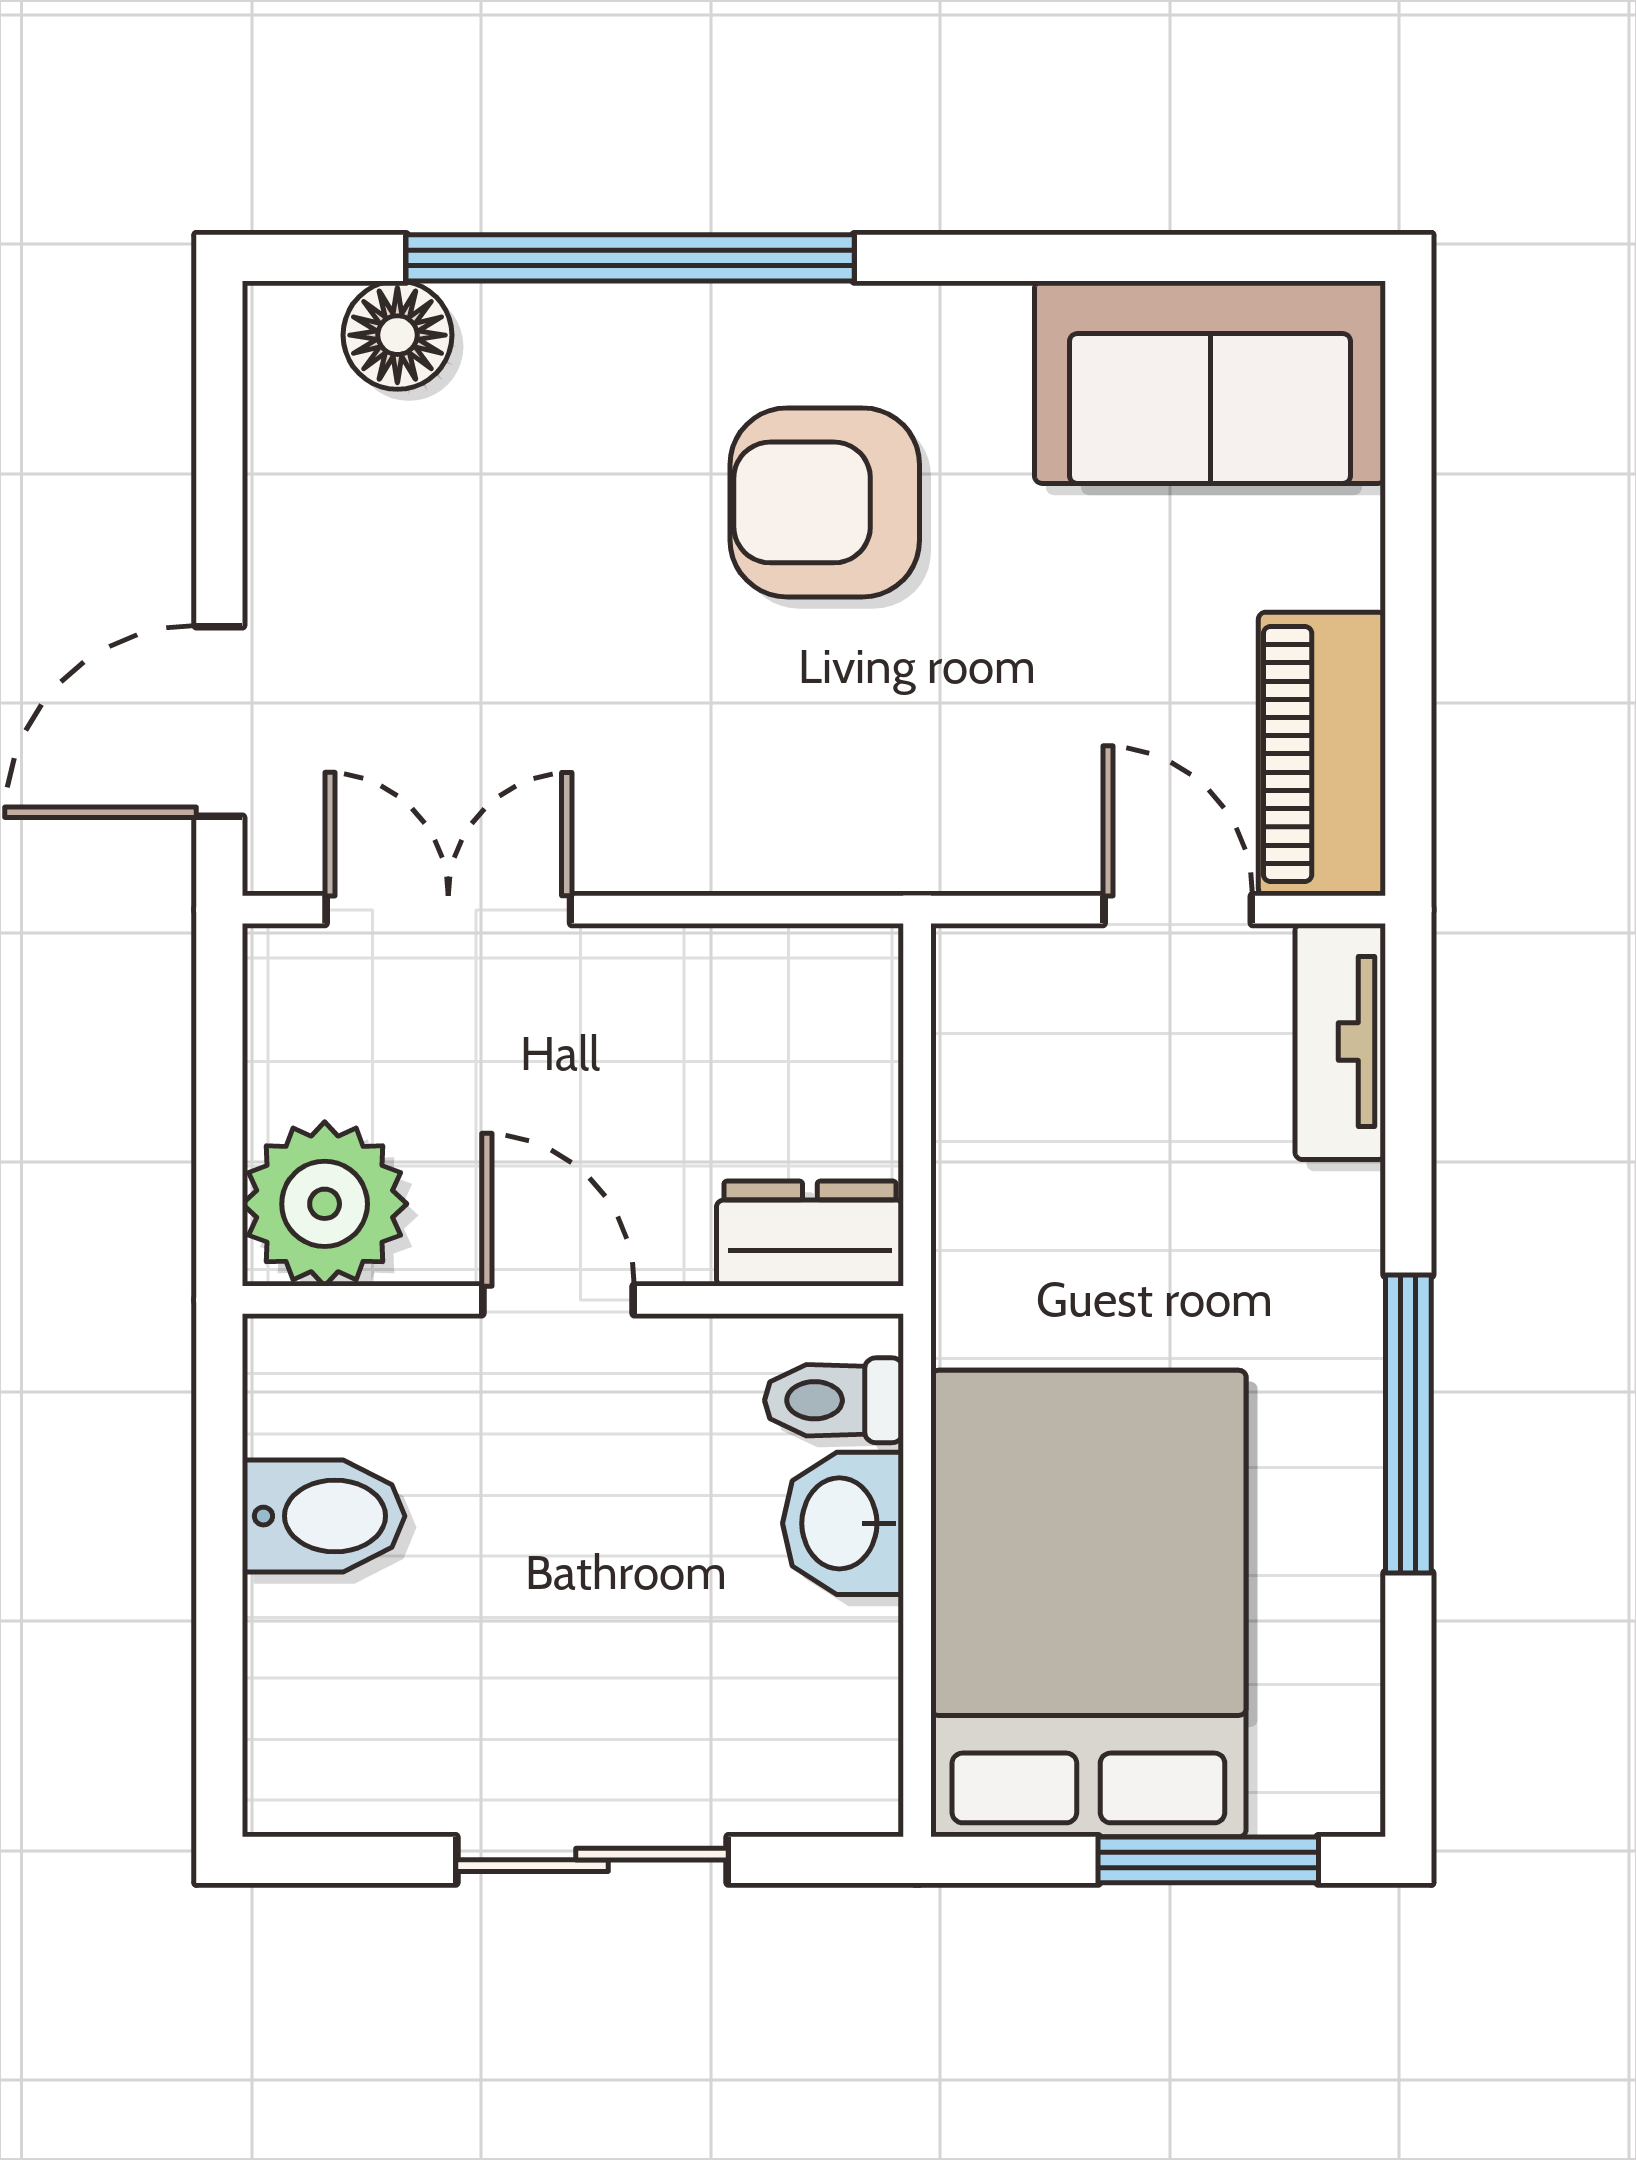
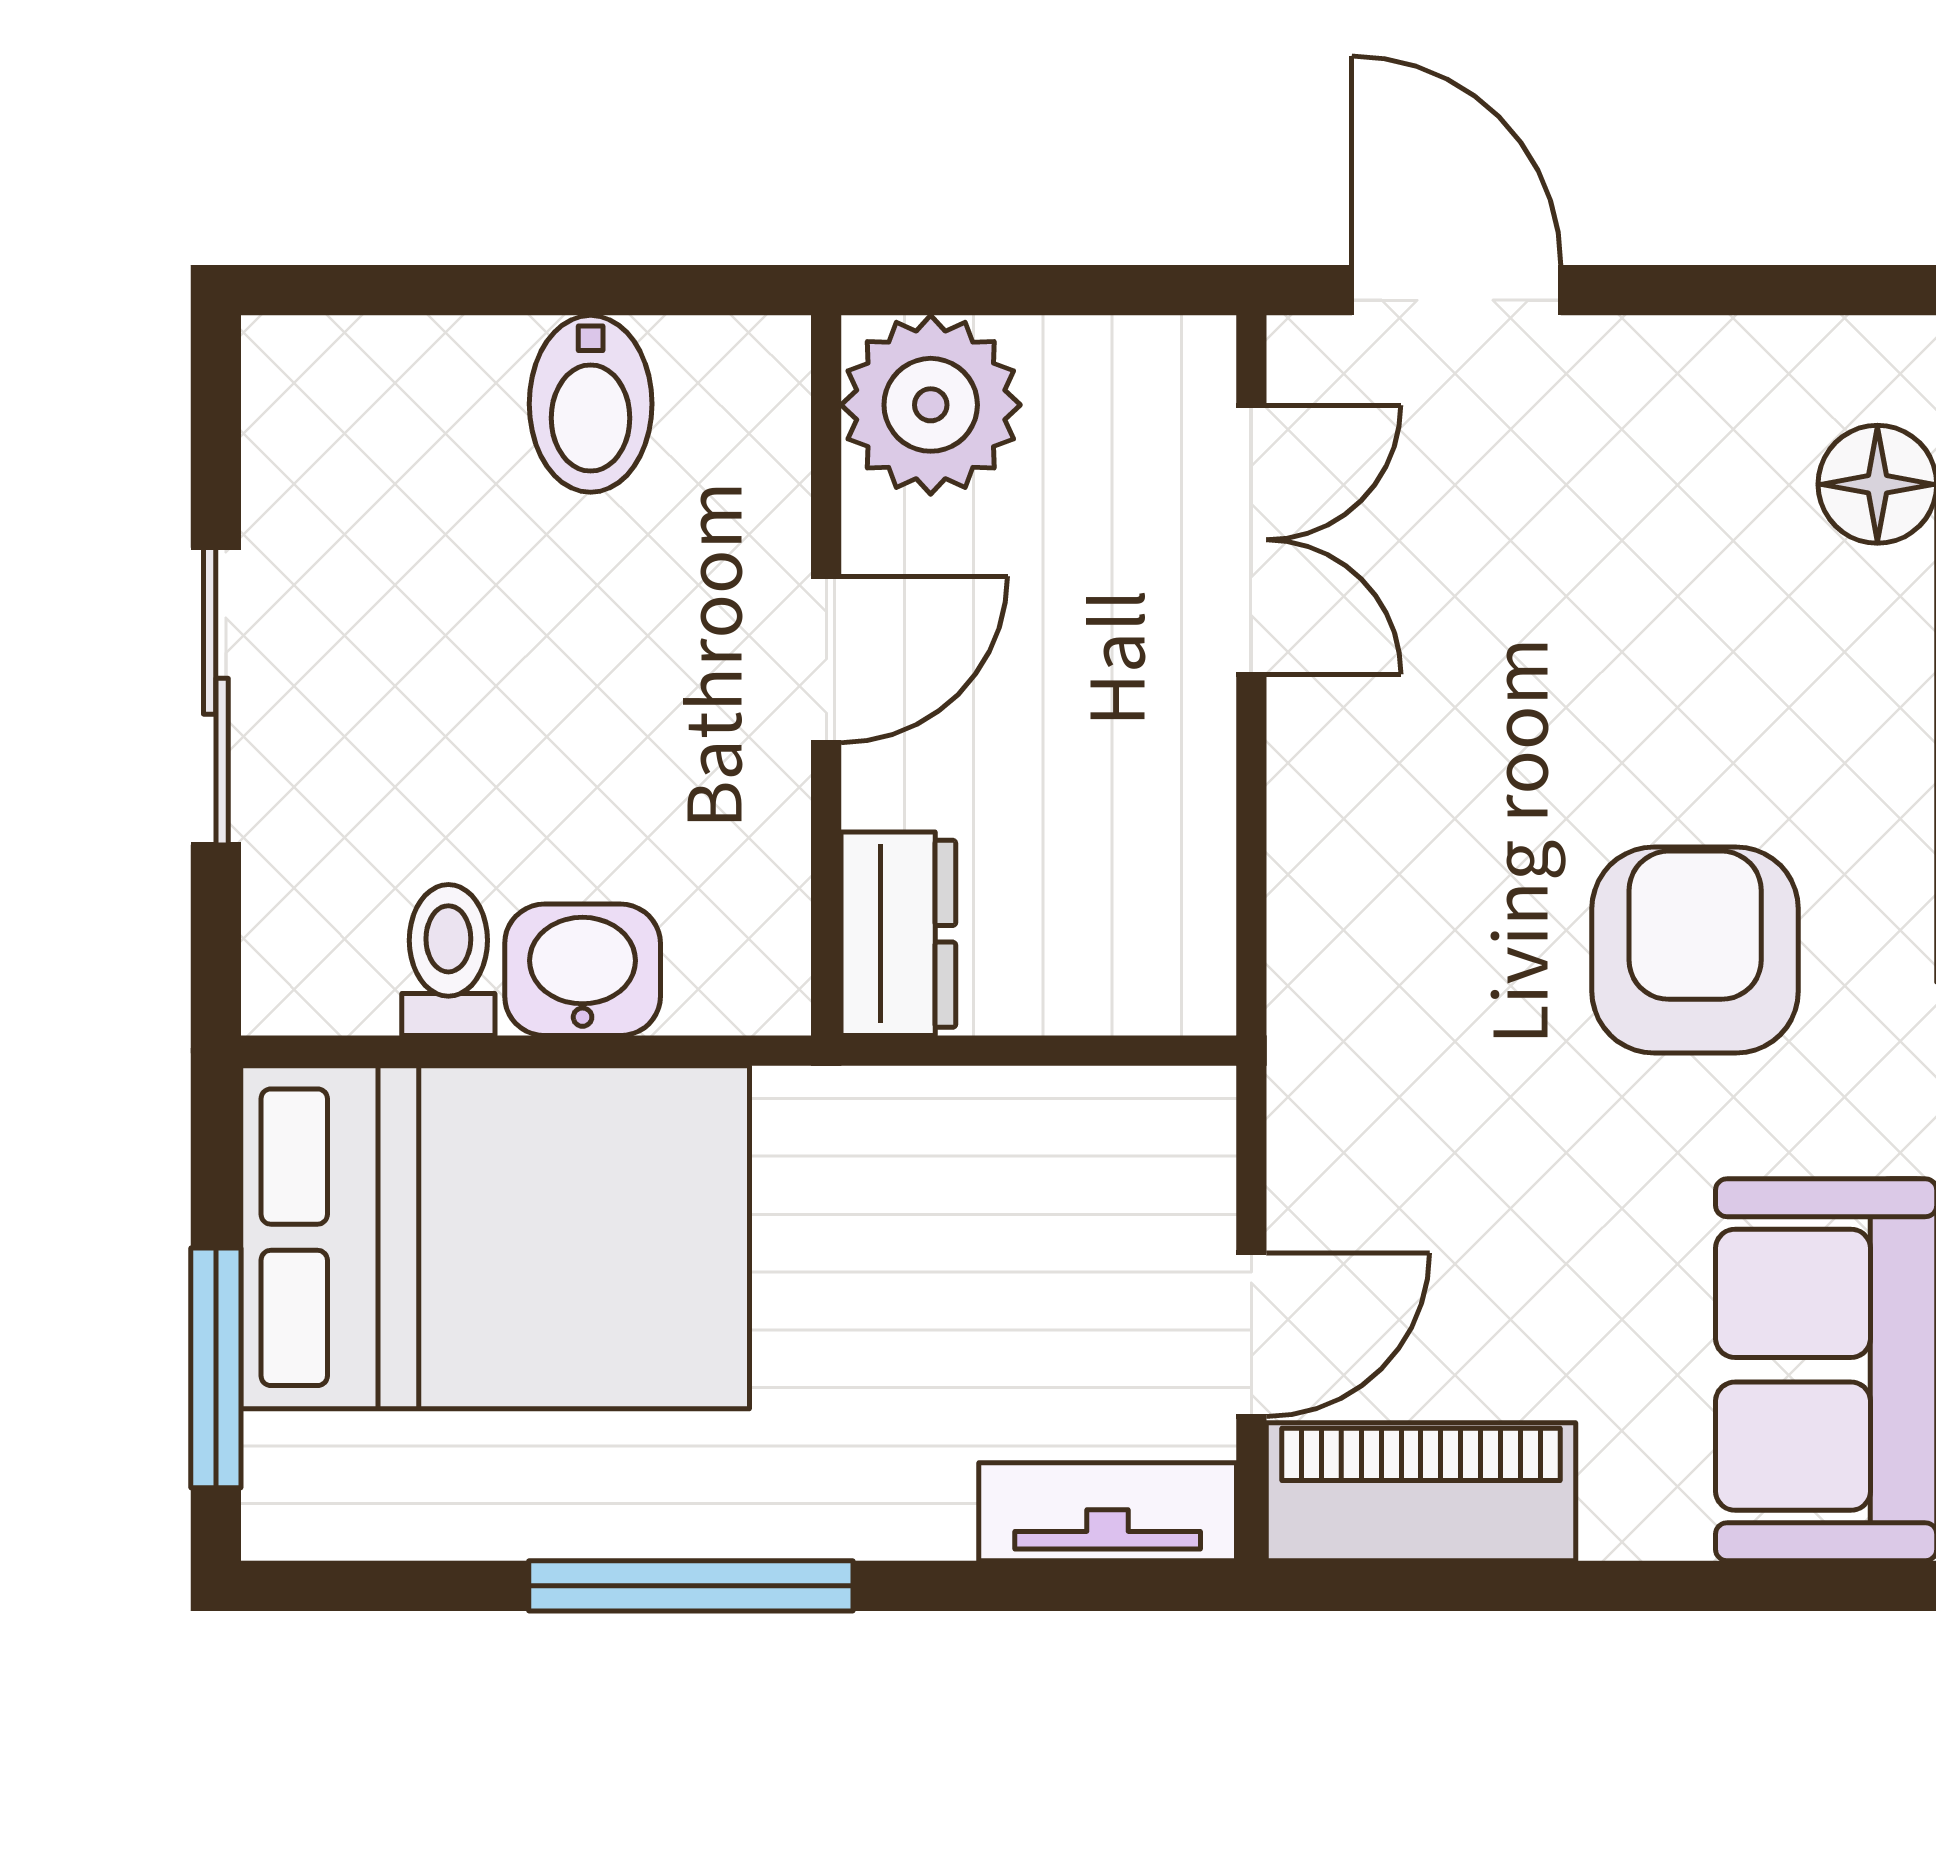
toilet: (834, 1400) -> (448, 960), moved

